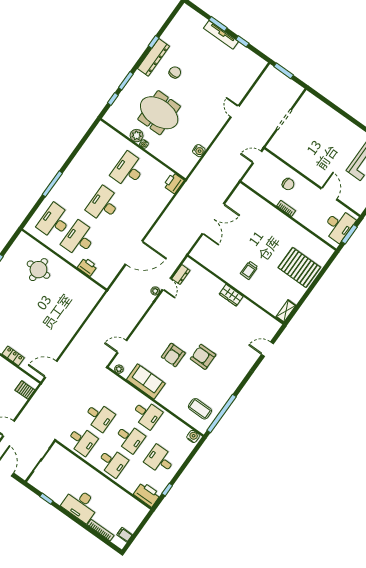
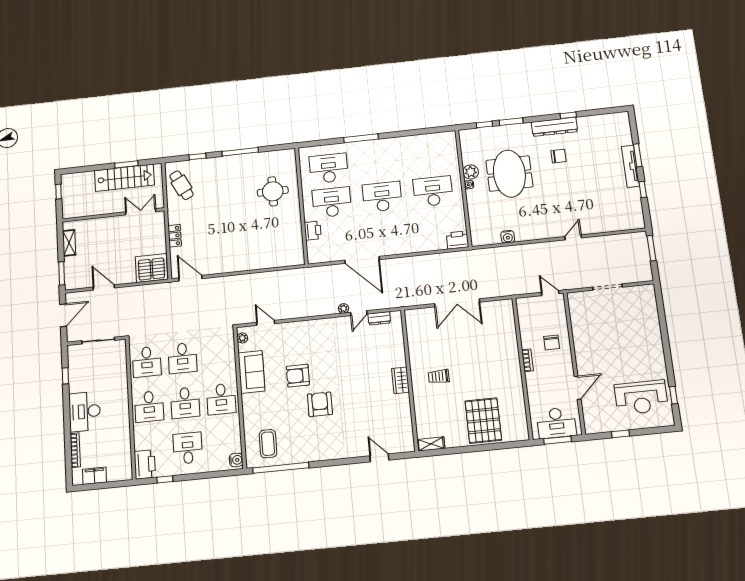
server rack: (25, 390) -> (151, 268), width x2.18, depth x1.44
filing cabinet: (125, 535) -> (95, 476), width x2.00

